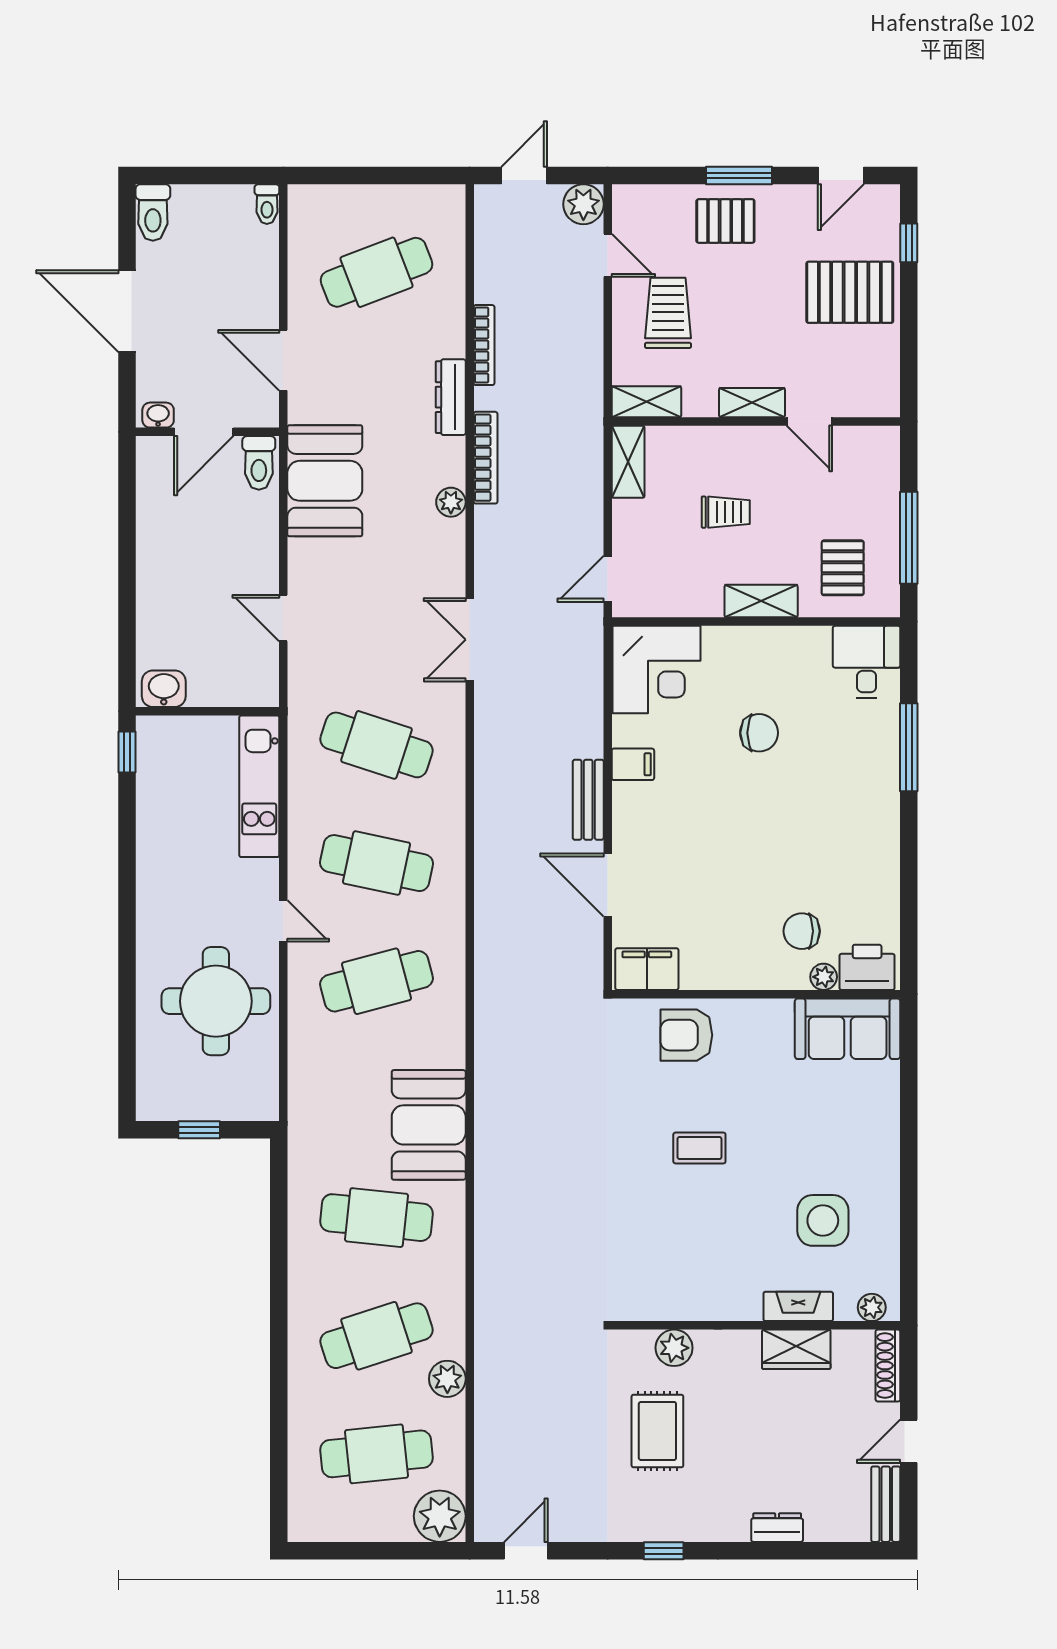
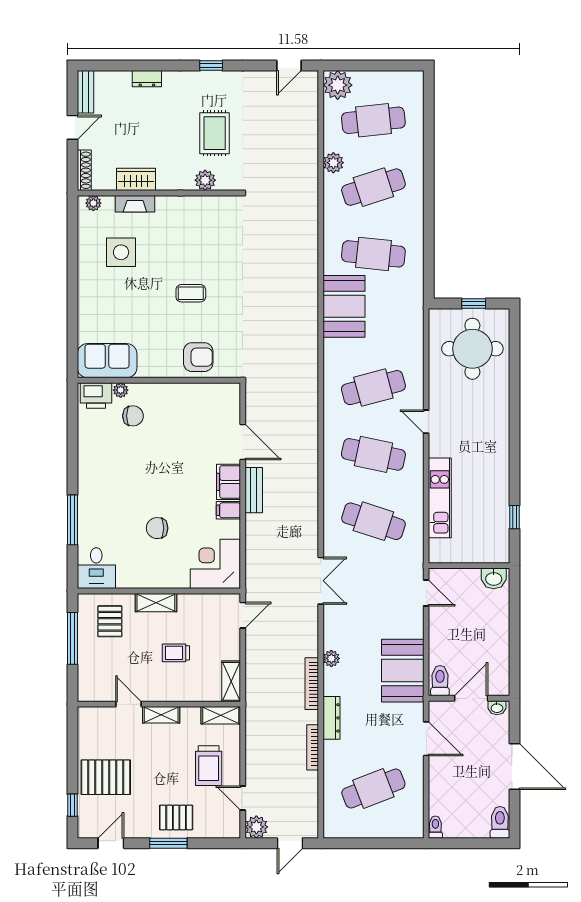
washbasin: (164, 689) -> (494, 578), moved
wall: (207, 711) -> (469, 566), moved
filing cabinet: (647, 969) -> (229, 482), moved, turned 90
round table: (216, 1001) -> (472, 349), moved

